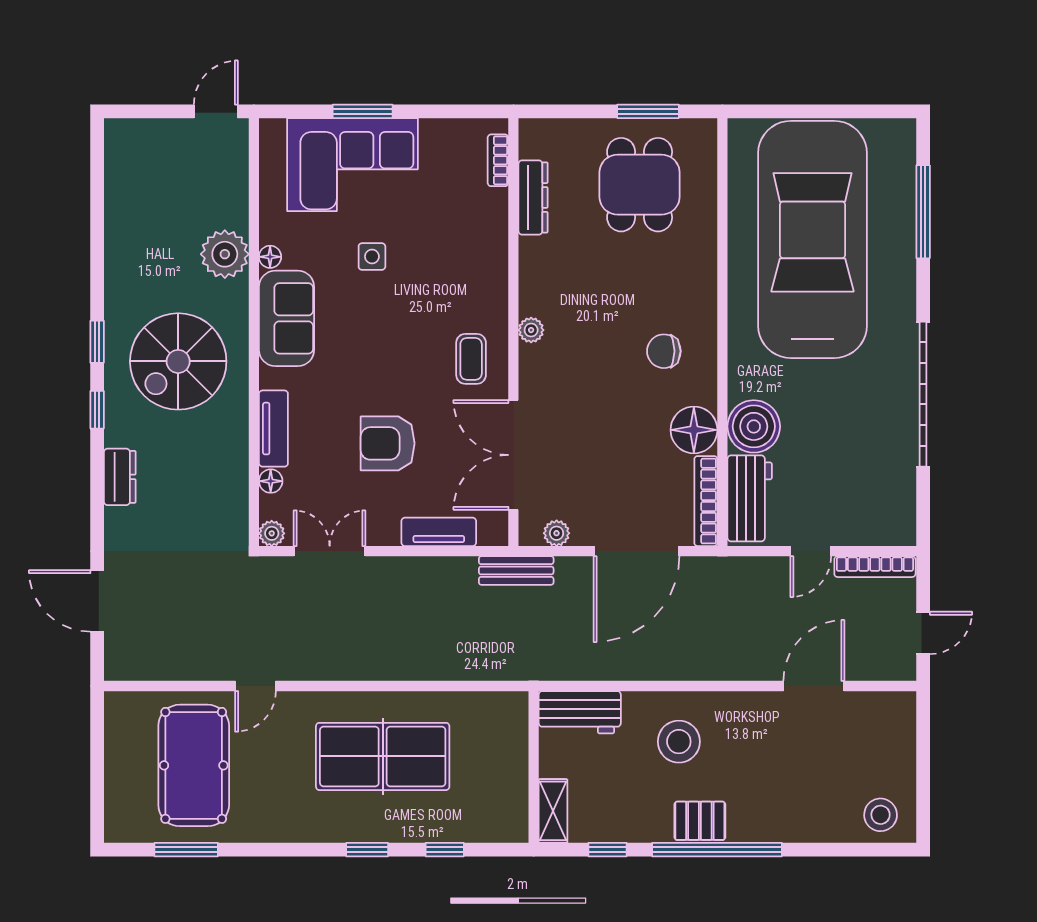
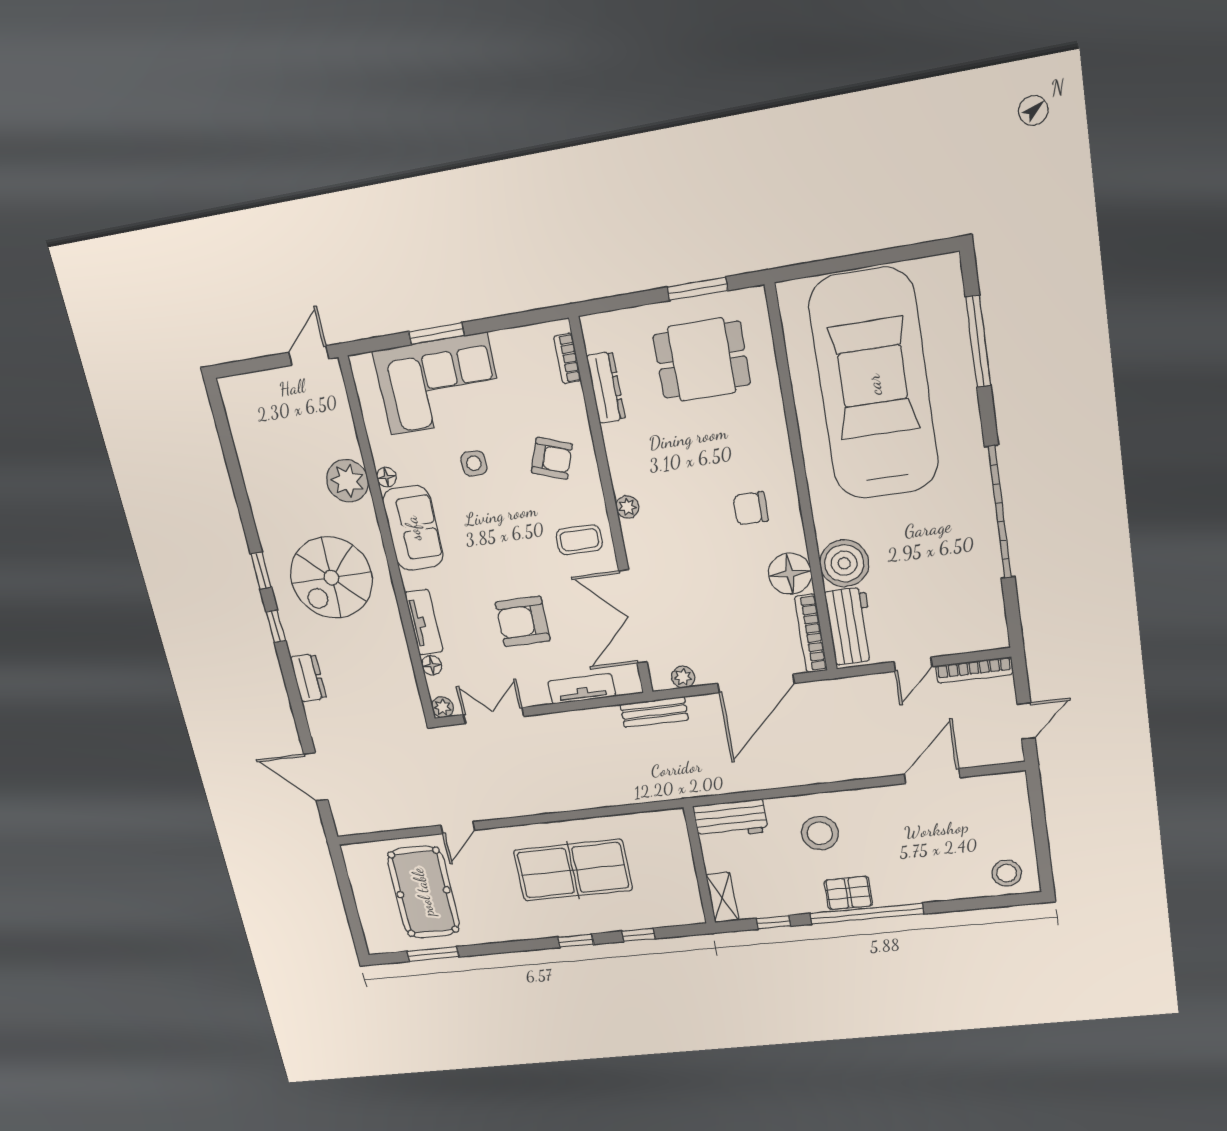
dining table: (640, 185) -> (702, 360), turned 90
armchair: (459, 264) -> (552, 458), added
coffee table: (471, 359) -> (579, 540), turned 90

